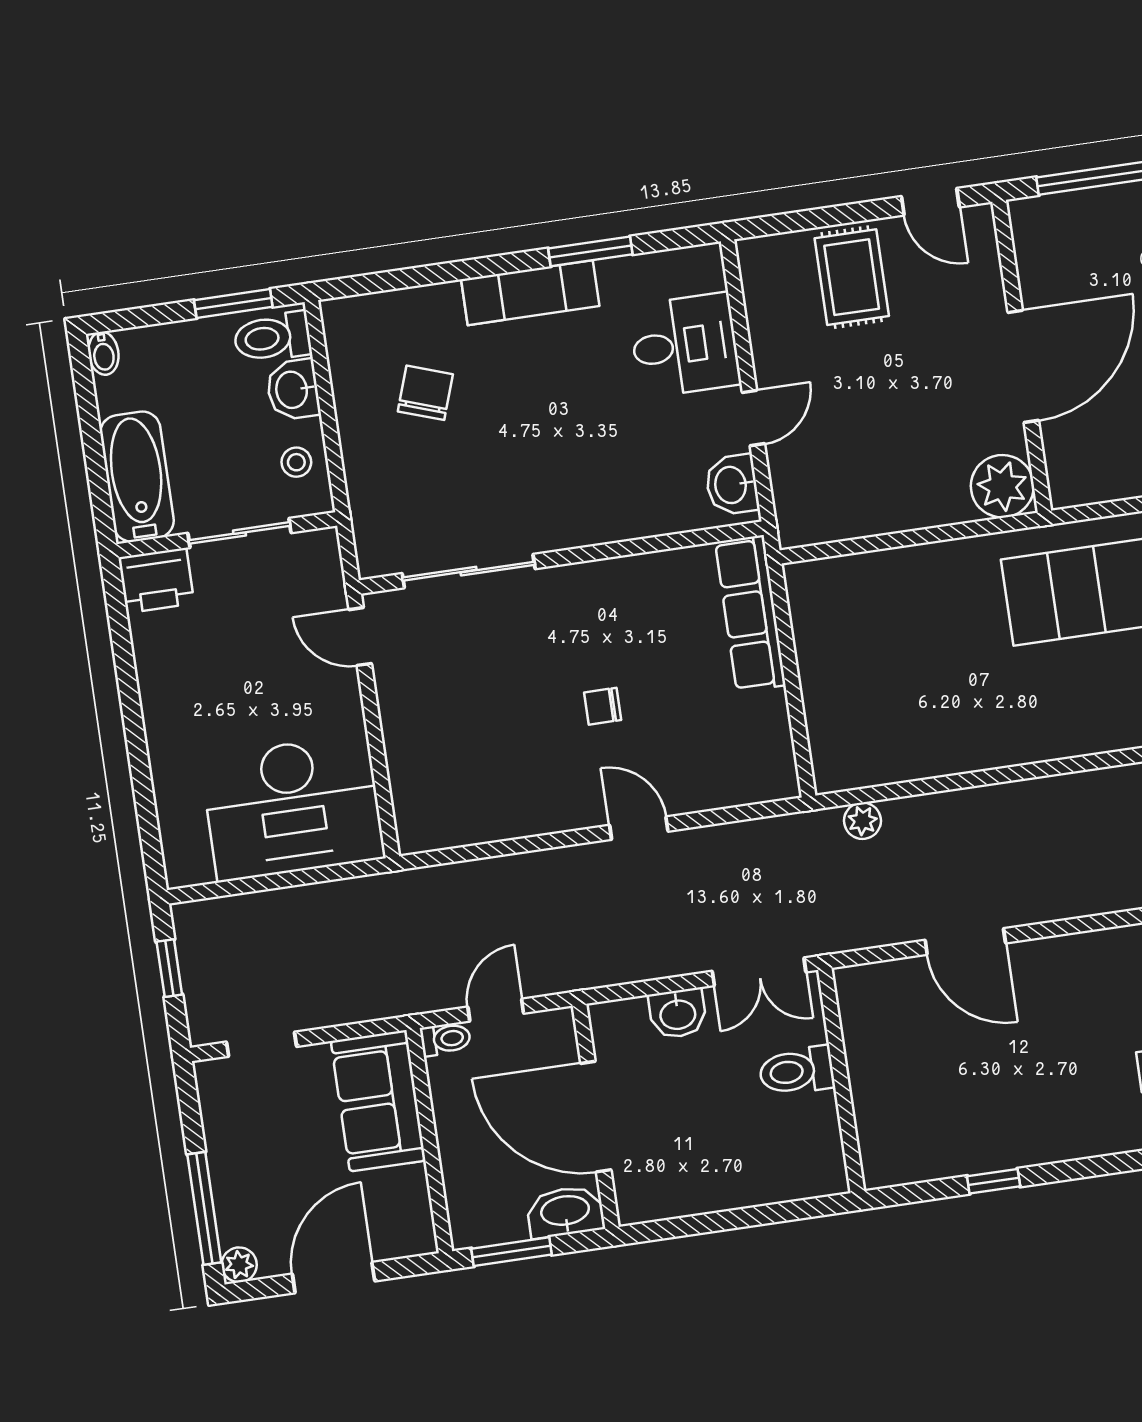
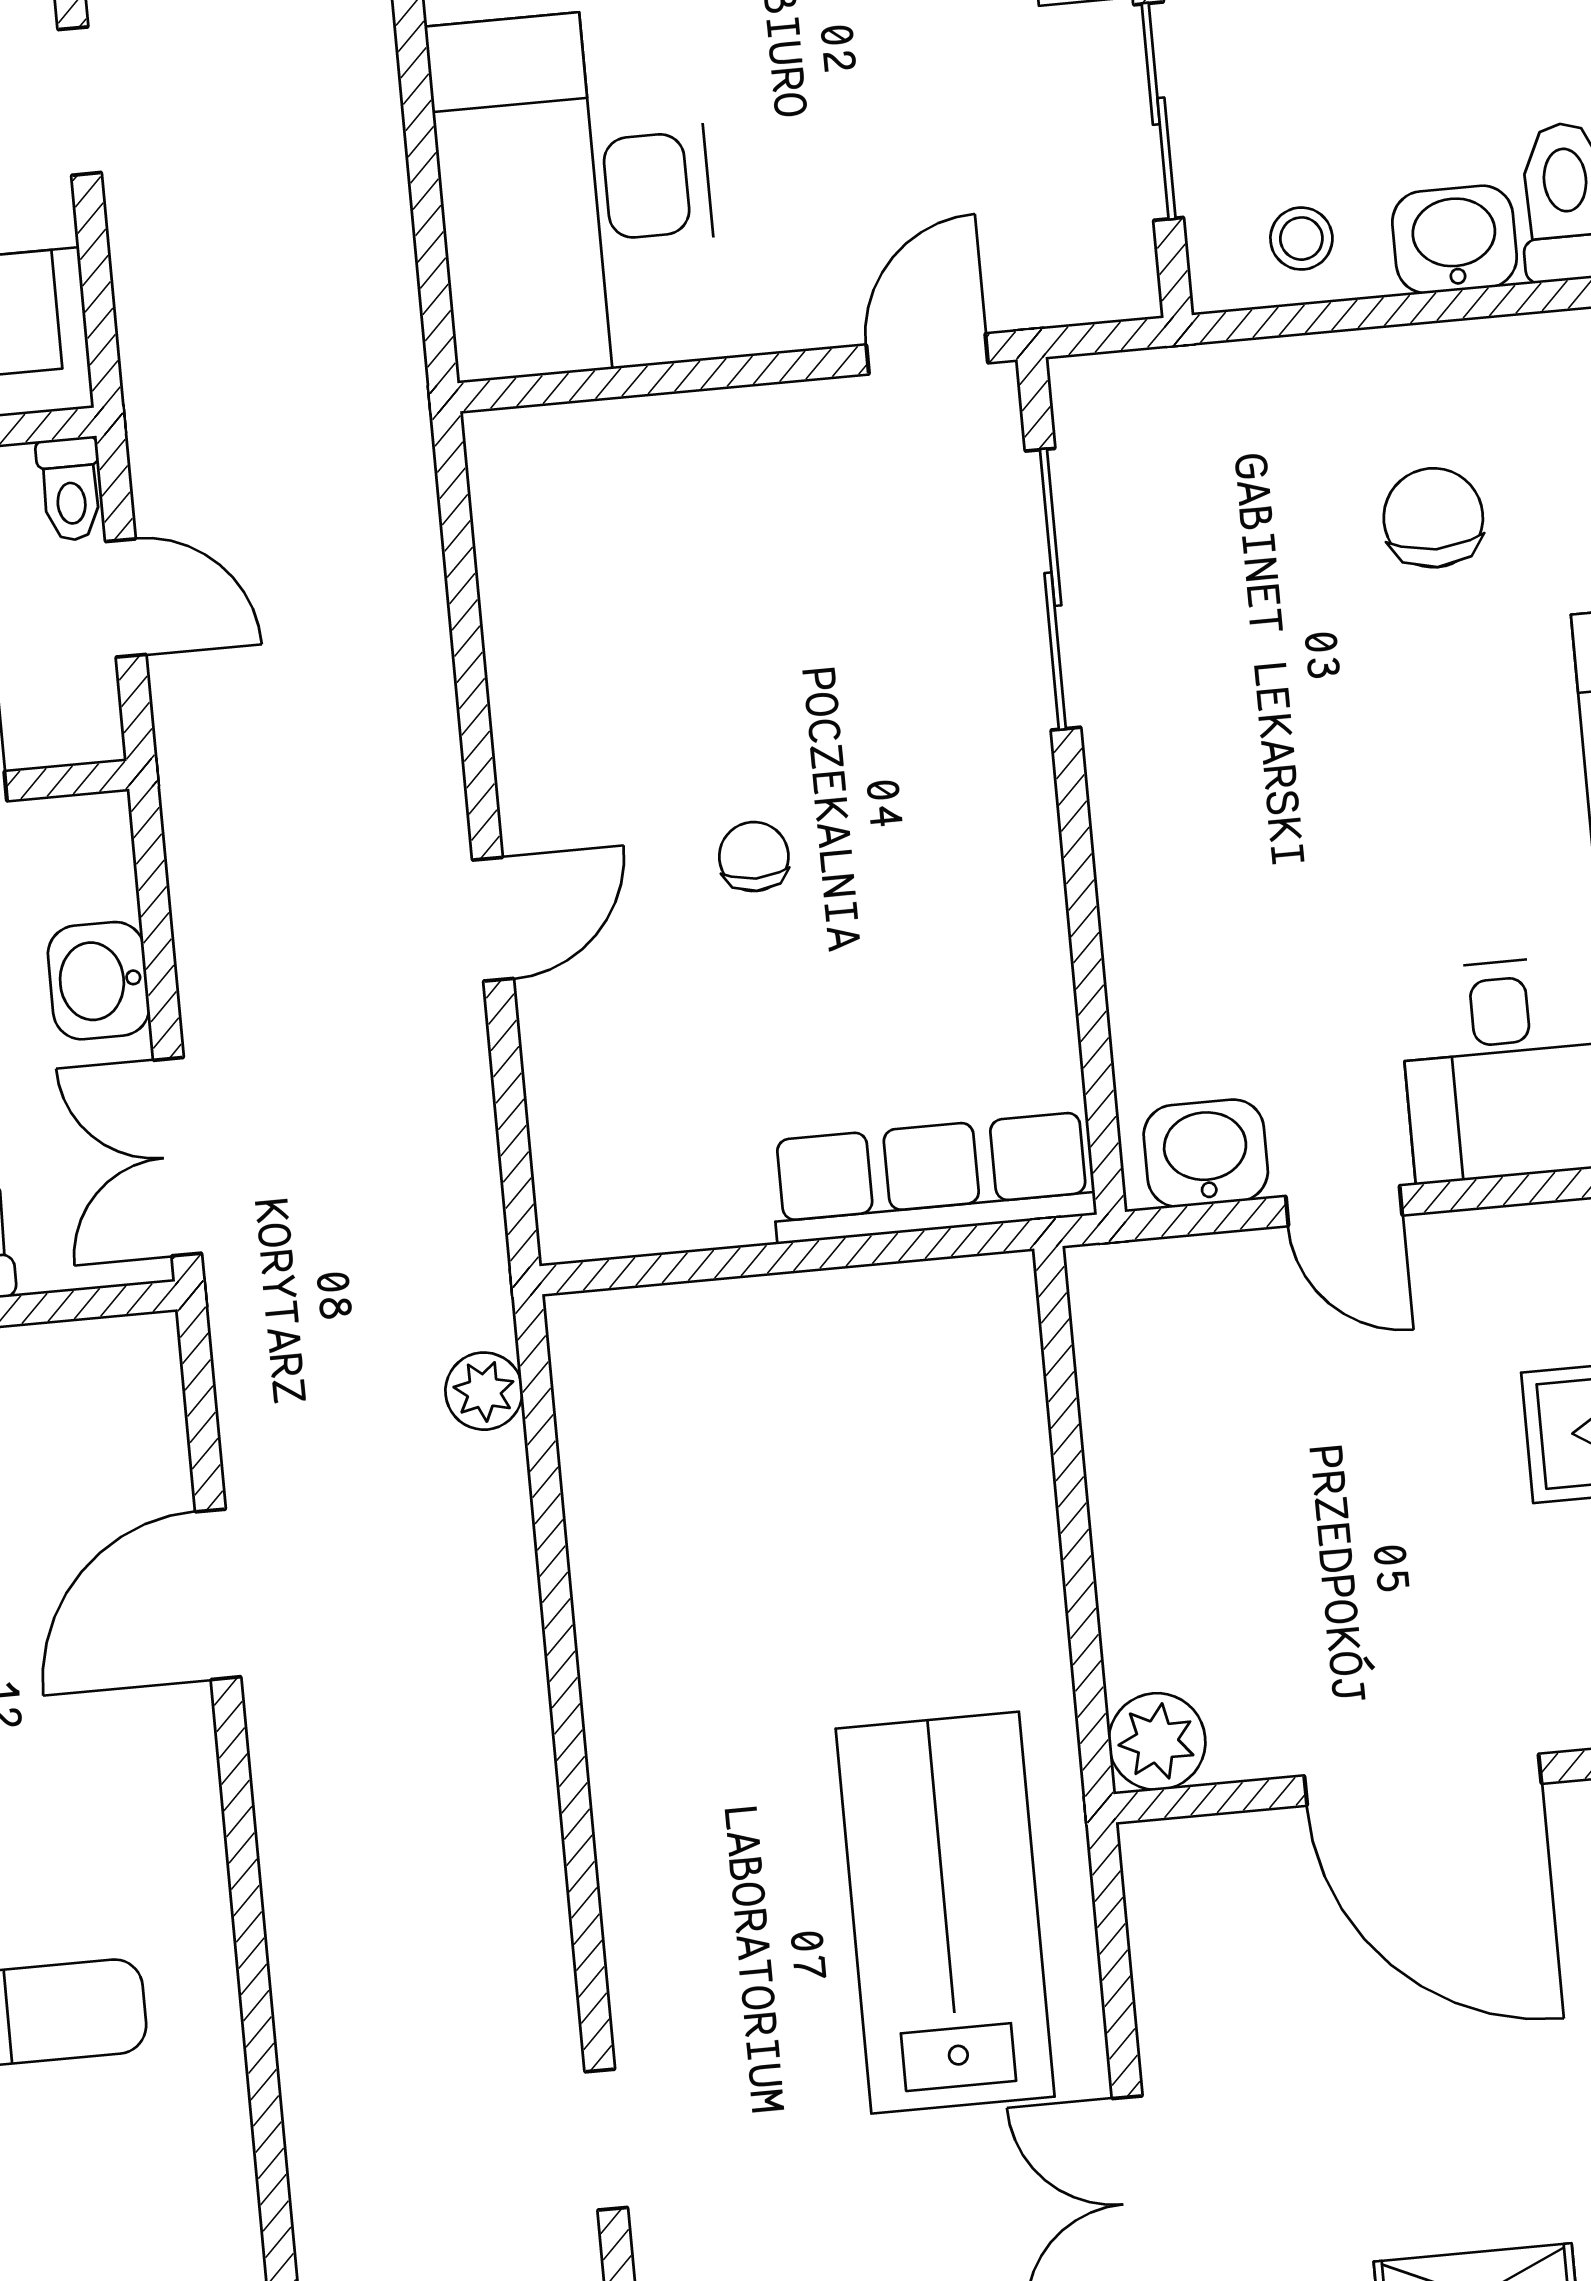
chair: (425, 393) -> (1433, 518), turned -109
plant: (1002, 486) -> (1157, 1742), width x0.73, depth x0.73

